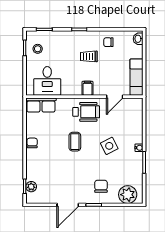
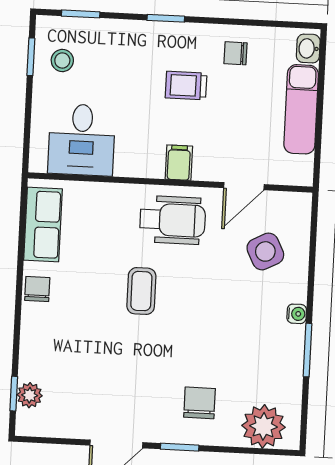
exam couch: (137, 77) -> (301, 109), moved
row of seats: (41, 105) -> (43, 224), moved, turned -90
side table: (109, 146) -> (265, 251), moved

